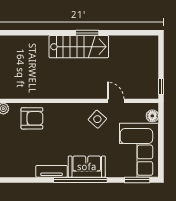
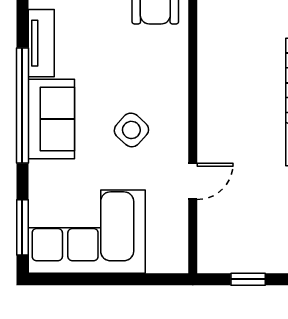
window: (161, 87) -> (248, 279), moved
floor lamp: (152, 116) -> (161, 260), removed
side table: (97, 119) -> (131, 130), moved

